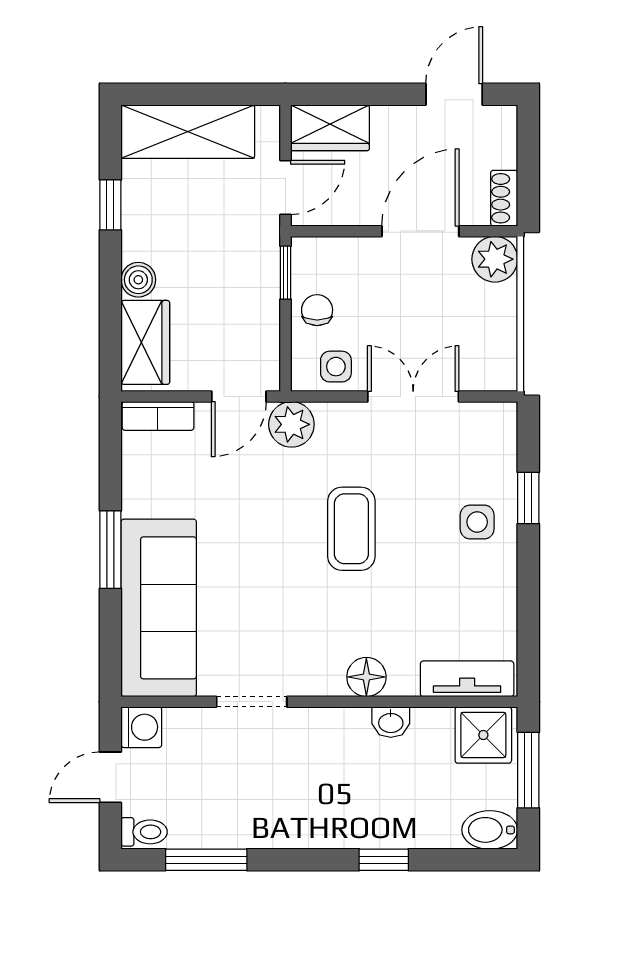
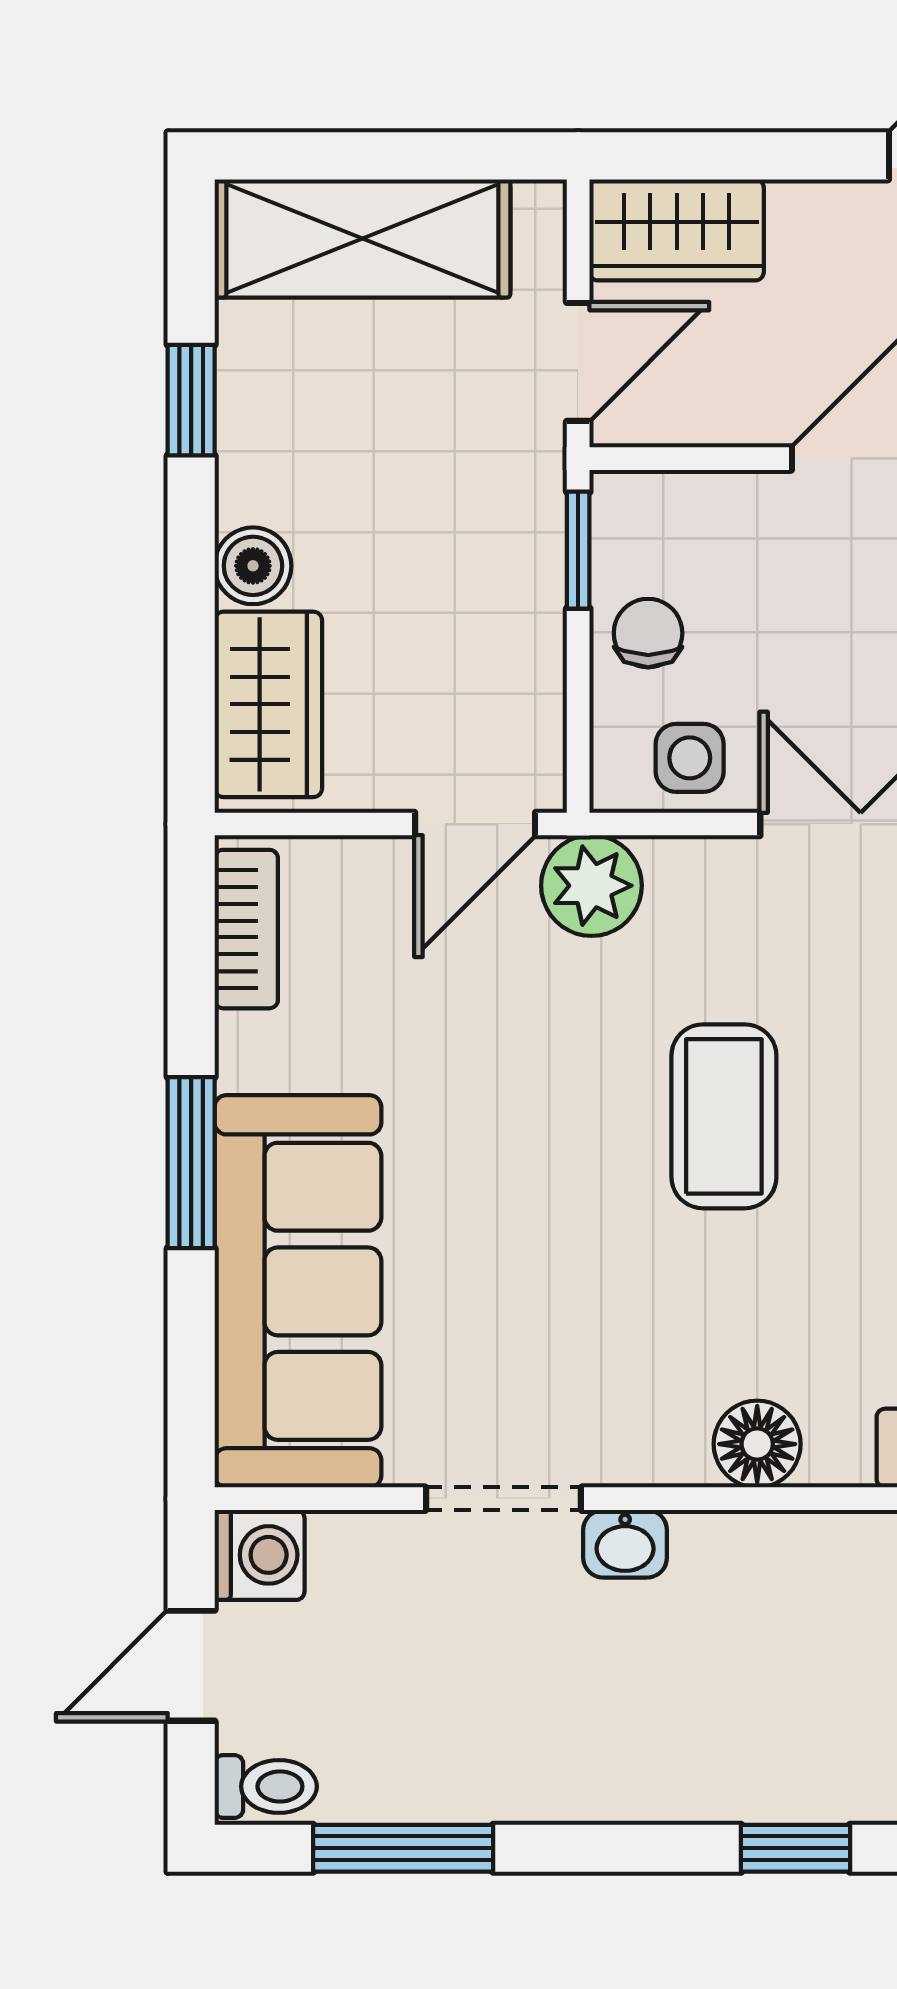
bookcase: (158, 416) -> (246, 929), moved, turned -90
washbasin: (391, 722) -> (625, 1544), moved

